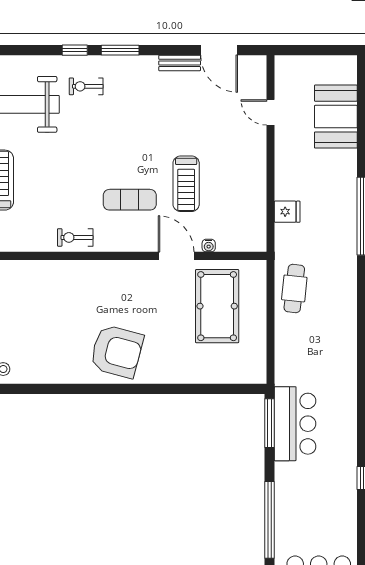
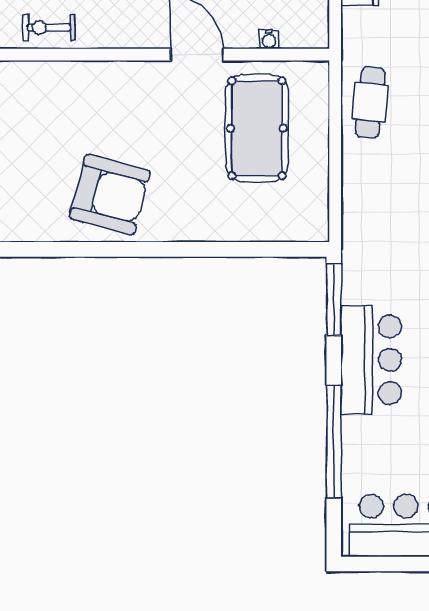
water cooler: (209, 246) -> (269, 39), moved
bar counter: (295, 424) -> (371, 360), moved

